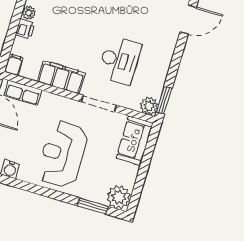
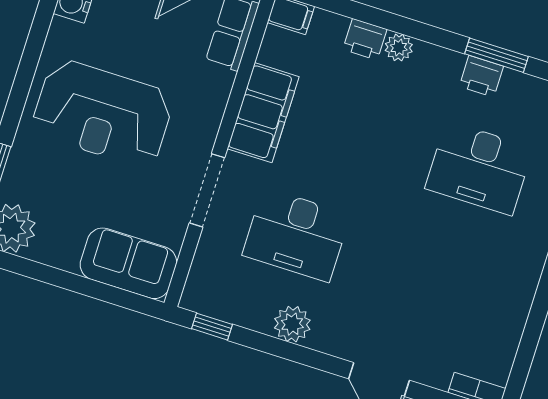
window: (164, 100) -> (212, 327), width x0.67
plant: (149, 106) -> (292, 324), moved
reception desk: (63, 154) -> (103, 113), turned 180

